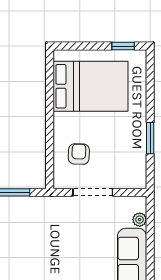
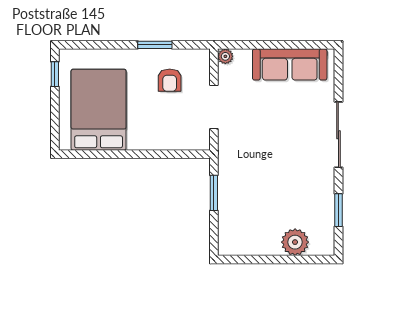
armchair: (79, 154) -> (170, 80), moved, turned -92
plant: (140, 220) -> (225, 56), moved

